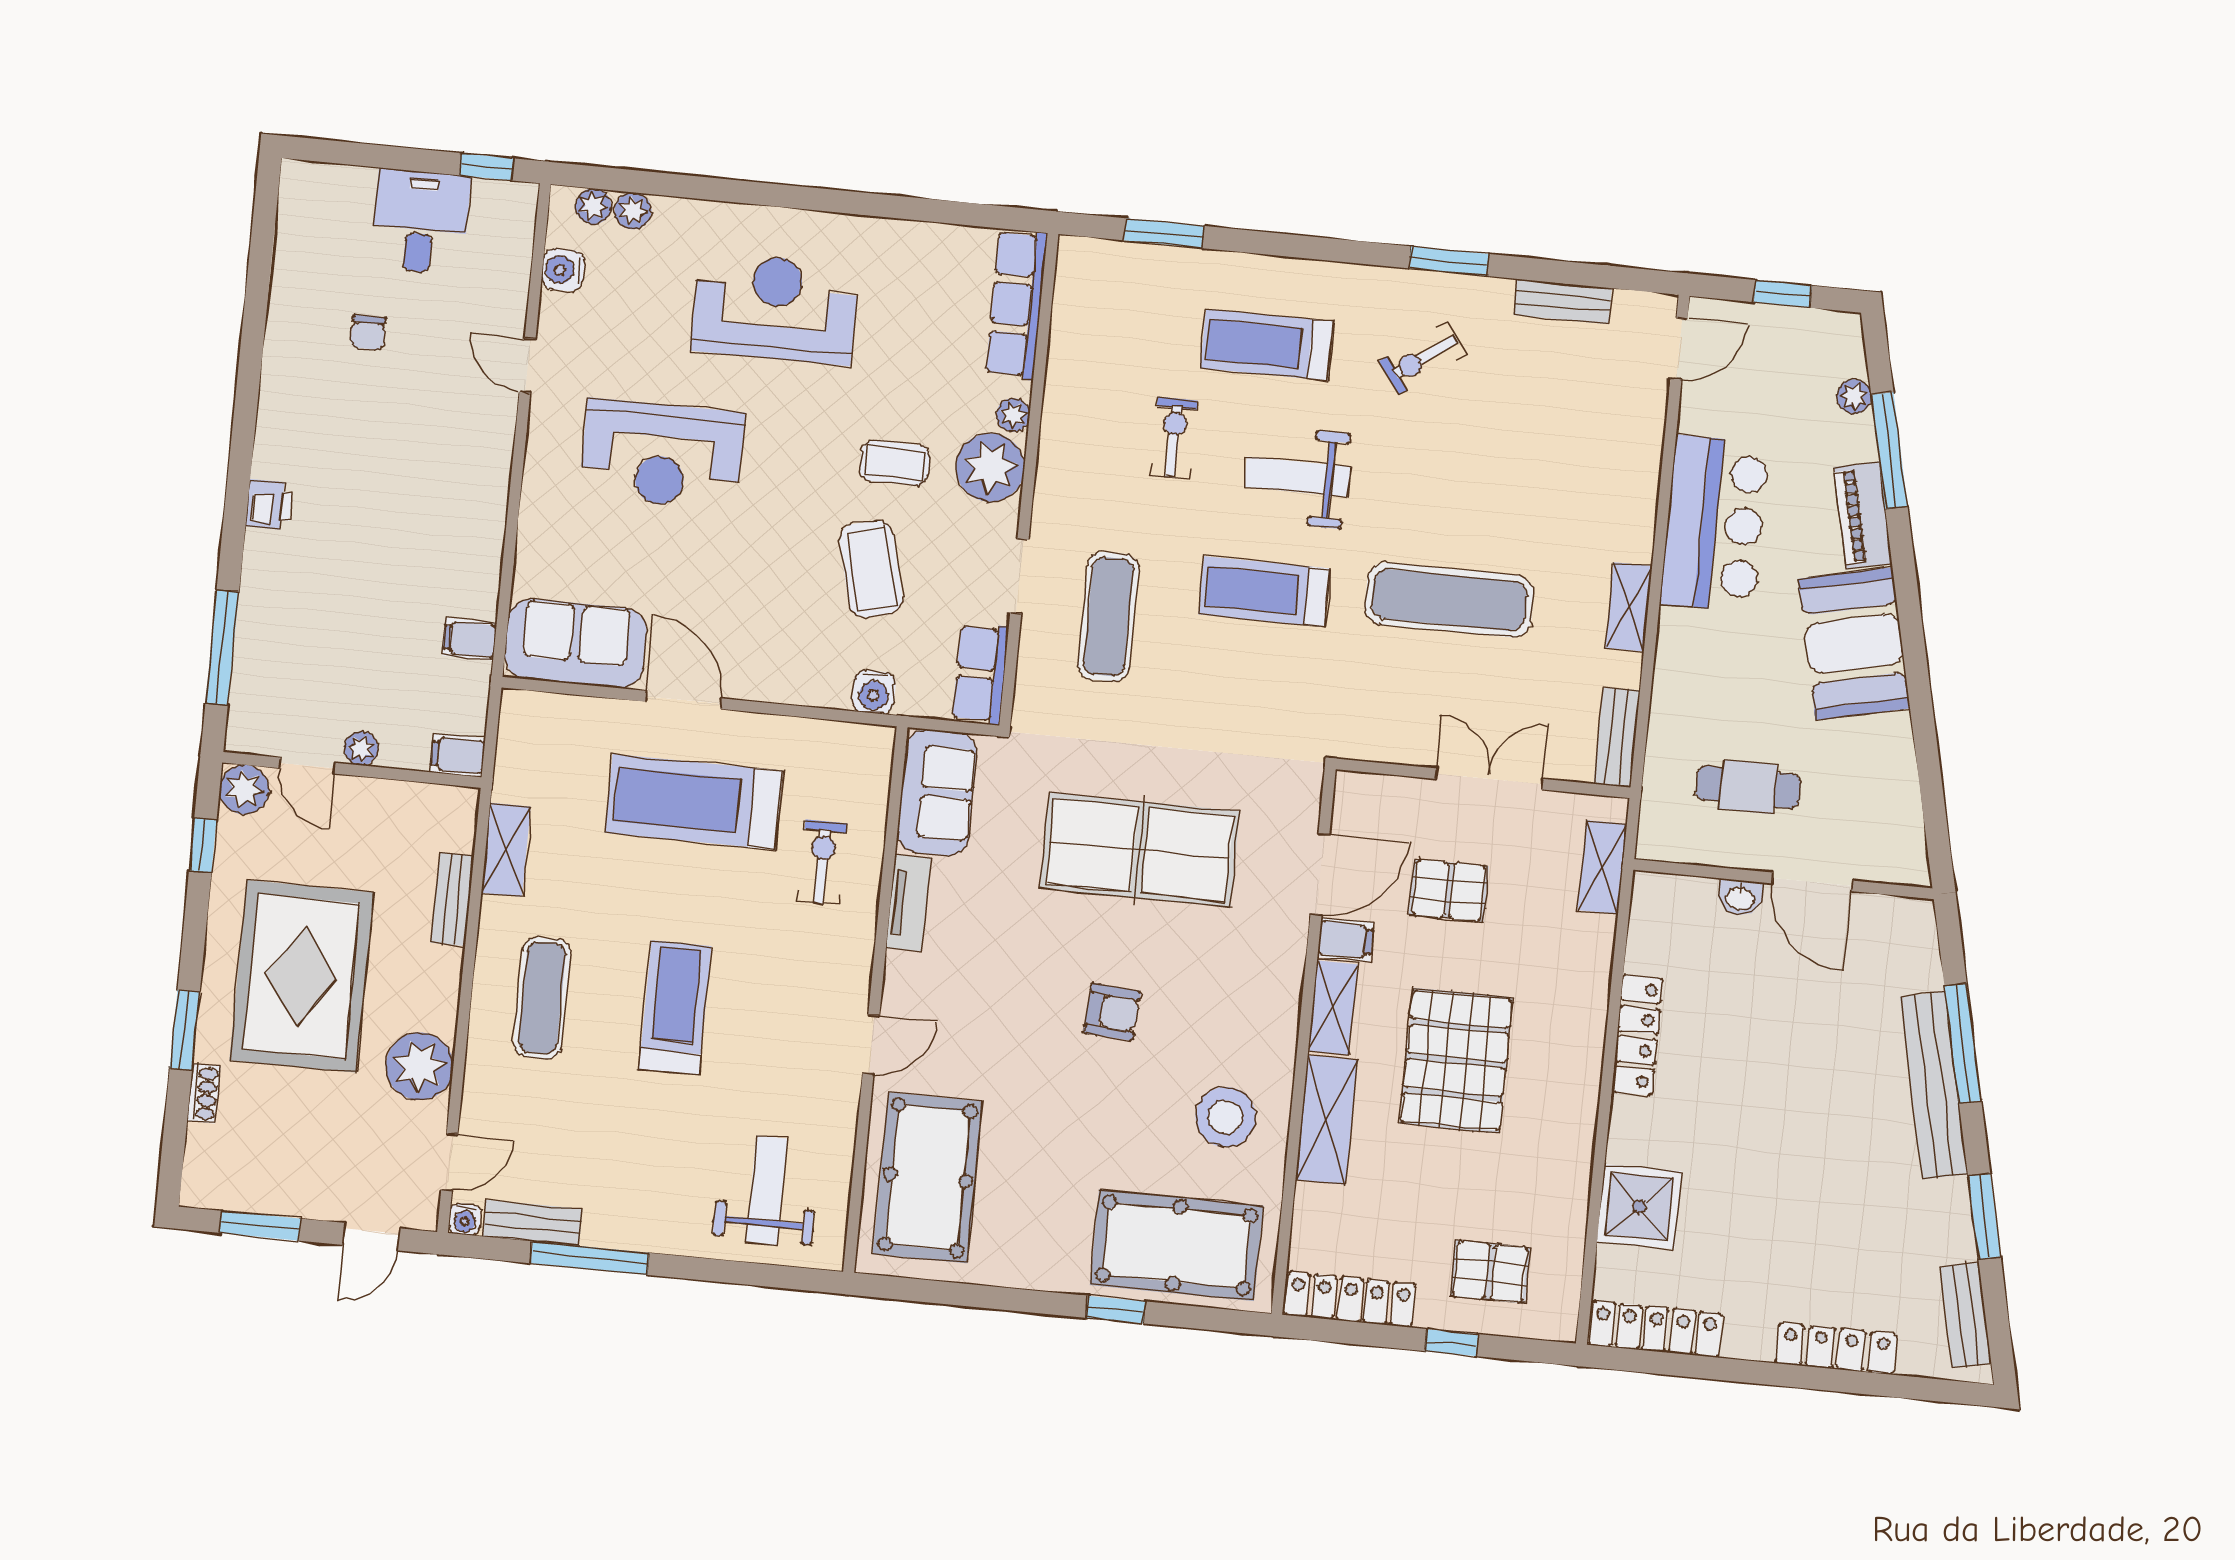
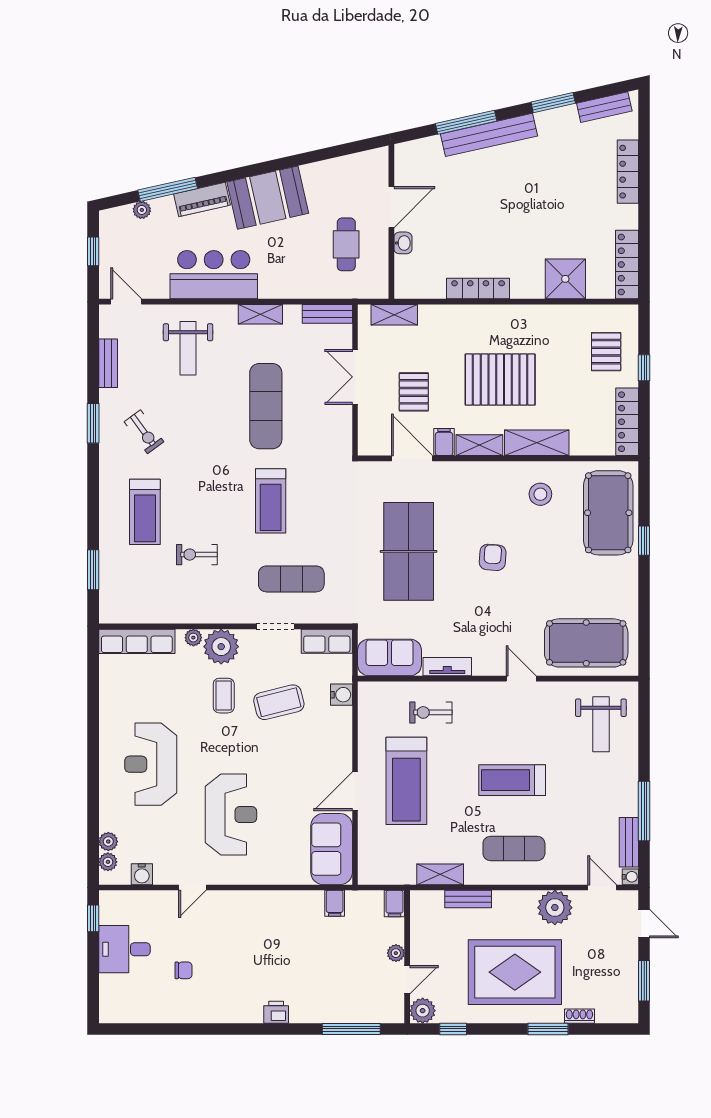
weight bench: (1297, 477) -> (188, 348), moved
stool: (1226, 1117) -> (540, 494), width x0.73, depth x0.73
weight bench: (767, 1191) -> (601, 724), turned -90

